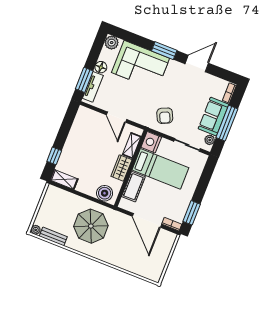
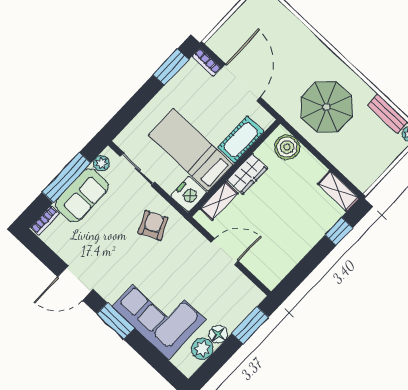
plant: (112, 43) -> (202, 349), moved
tv unit: (93, 87) -> (242, 310), removed
door: (116, 117) -> (225, 252), hinge flipped

